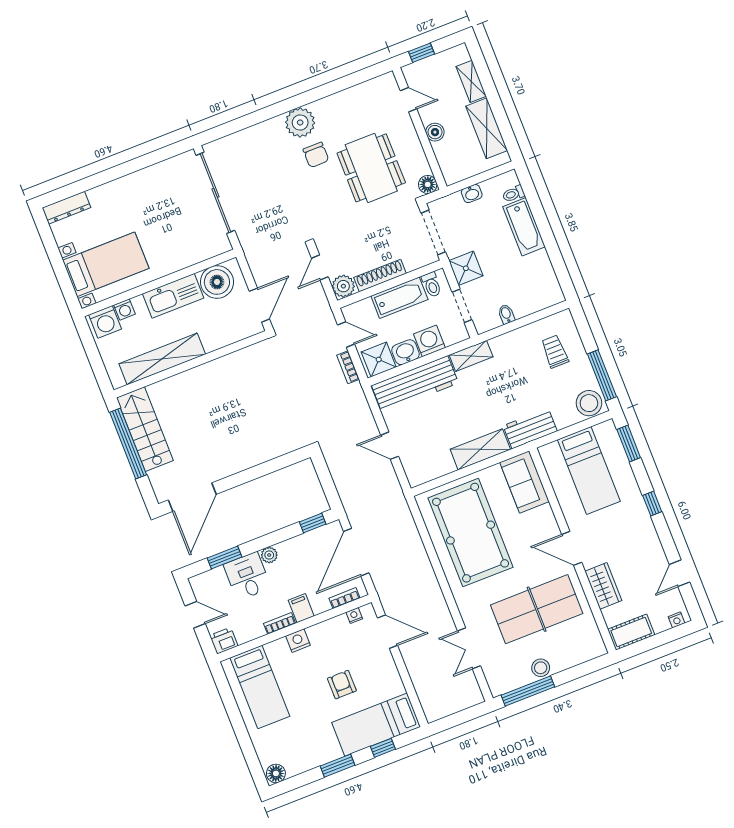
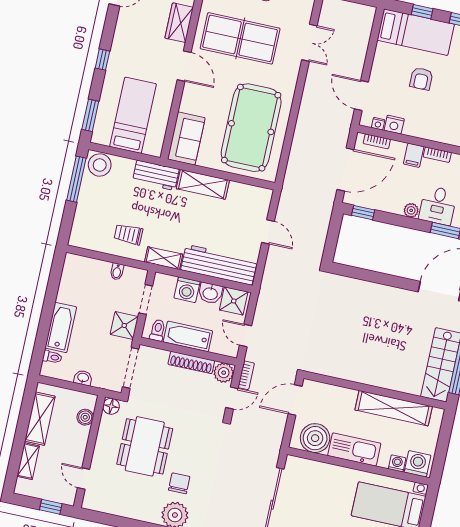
boiler: (435, 132) -> (85, 417), moved
trolley: (555, 352) -> (128, 234), moved, turned 90
bookcase: (348, 367) -> (246, 375), moved
nightstand: (298, 641) -> (394, 125), moved

